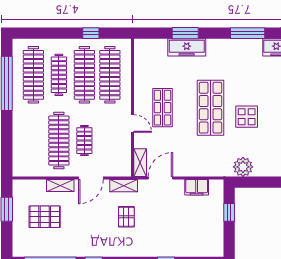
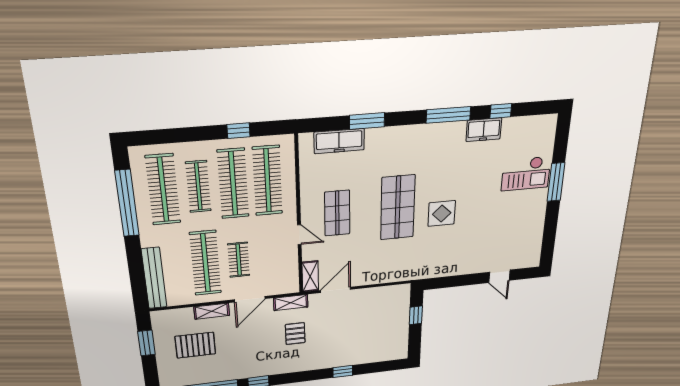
freezer: (187, 47) -> (339, 141), moved
bench: (19, 149) -> (154, 278), added
plant: (243, 167) -> (434, 268), removed
filing cabinet: (197, 187) -> (379, 295), removed

